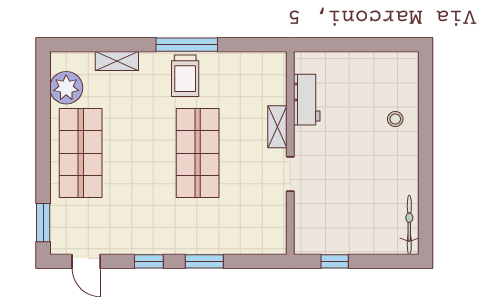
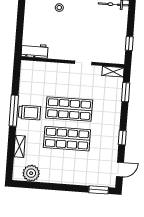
workbench: (307, 100) -> (35, 51), moved
shelving: (277, 127) -> (113, 72), moved
shop shelf: (81, 153) -> (67, 139), moved
window: (204, 261) -> (126, 92), moved

